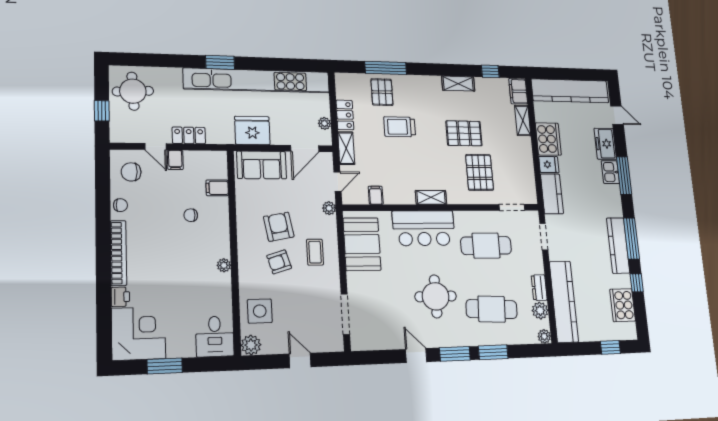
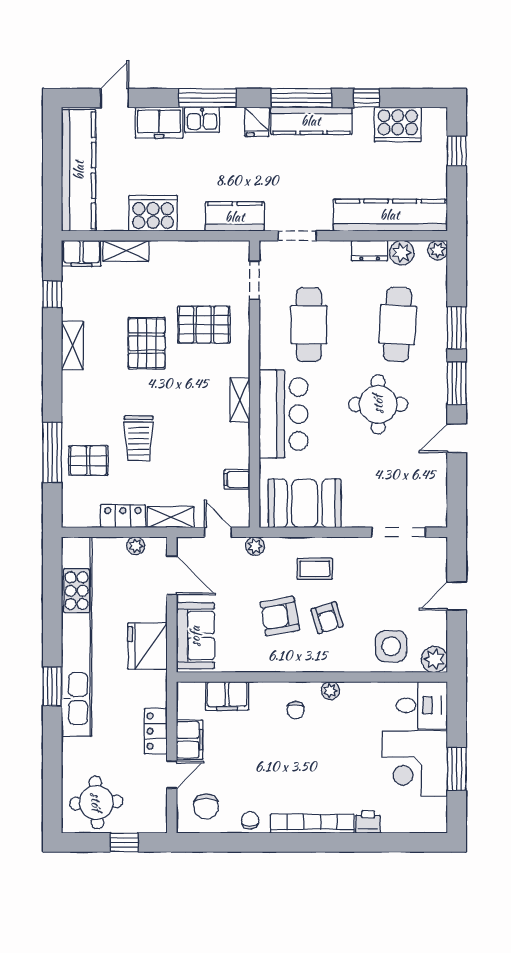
filing cabinet: (175, 160) -> (189, 740), width x2.00
fridge: (549, 165) -> (257, 122), moved, turned 180
filing cabinet: (217, 188) -> (227, 696), width x2.00
chair: (191, 215) -> (296, 710), moved
corner desk: (138, 333) -> (415, 764), moved, turned -90

